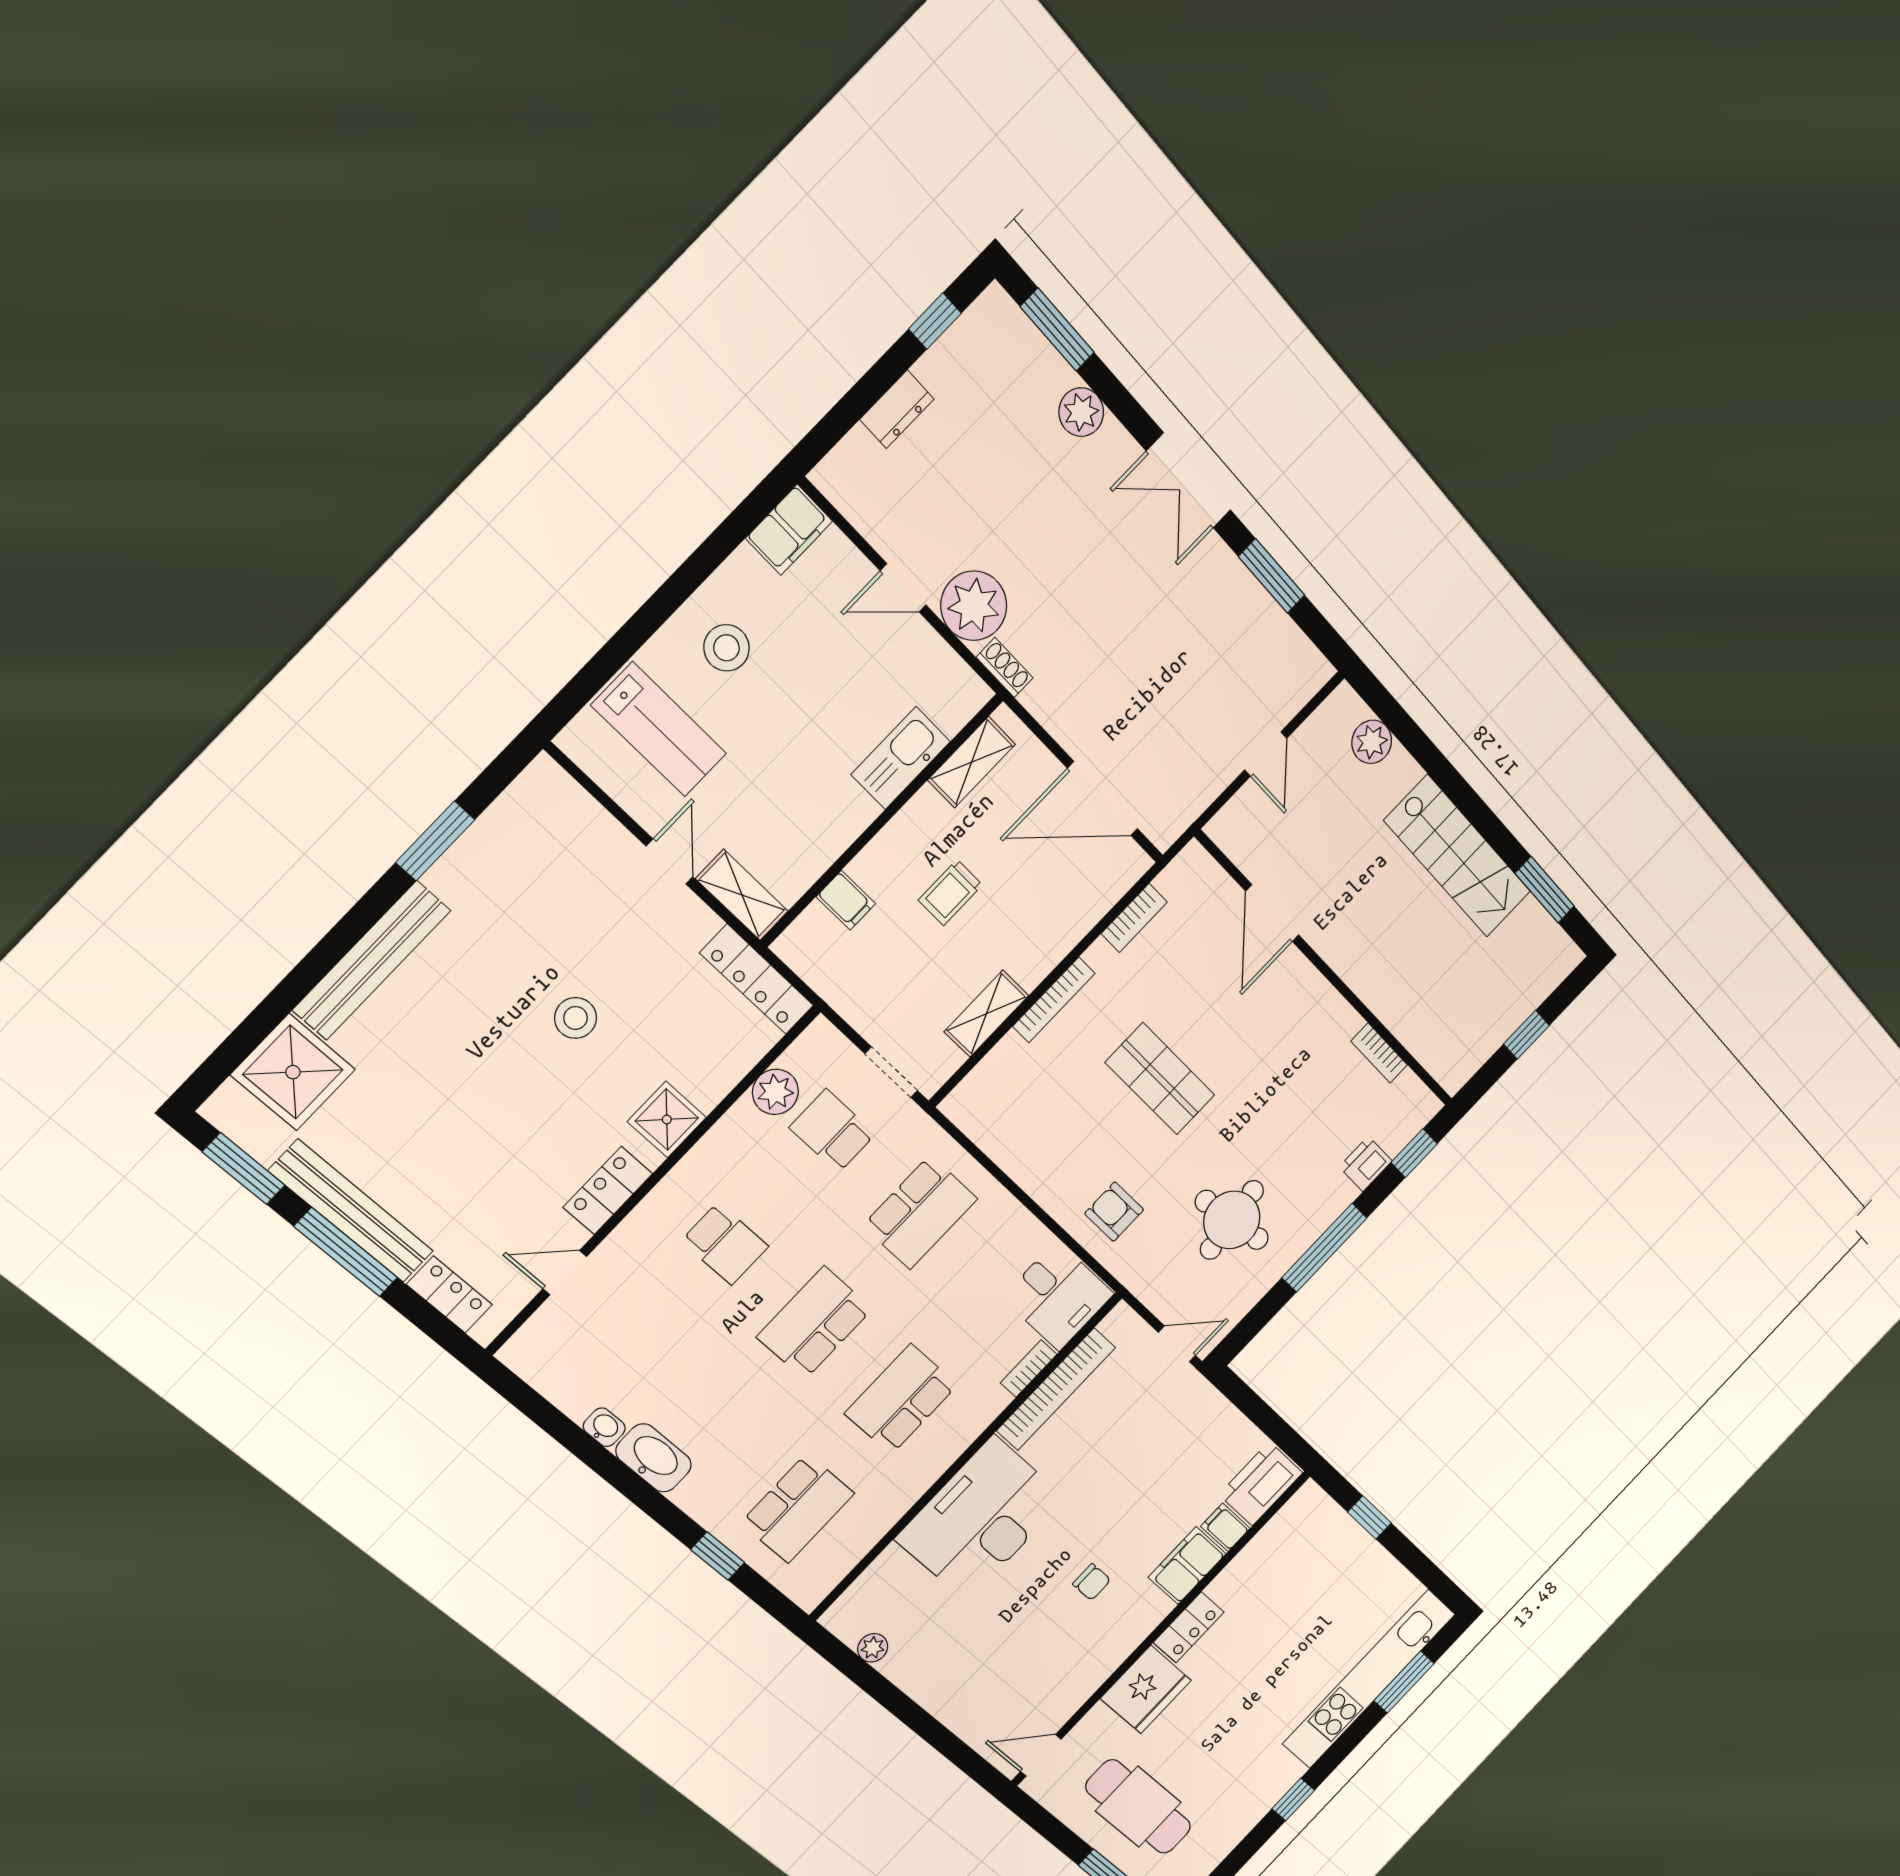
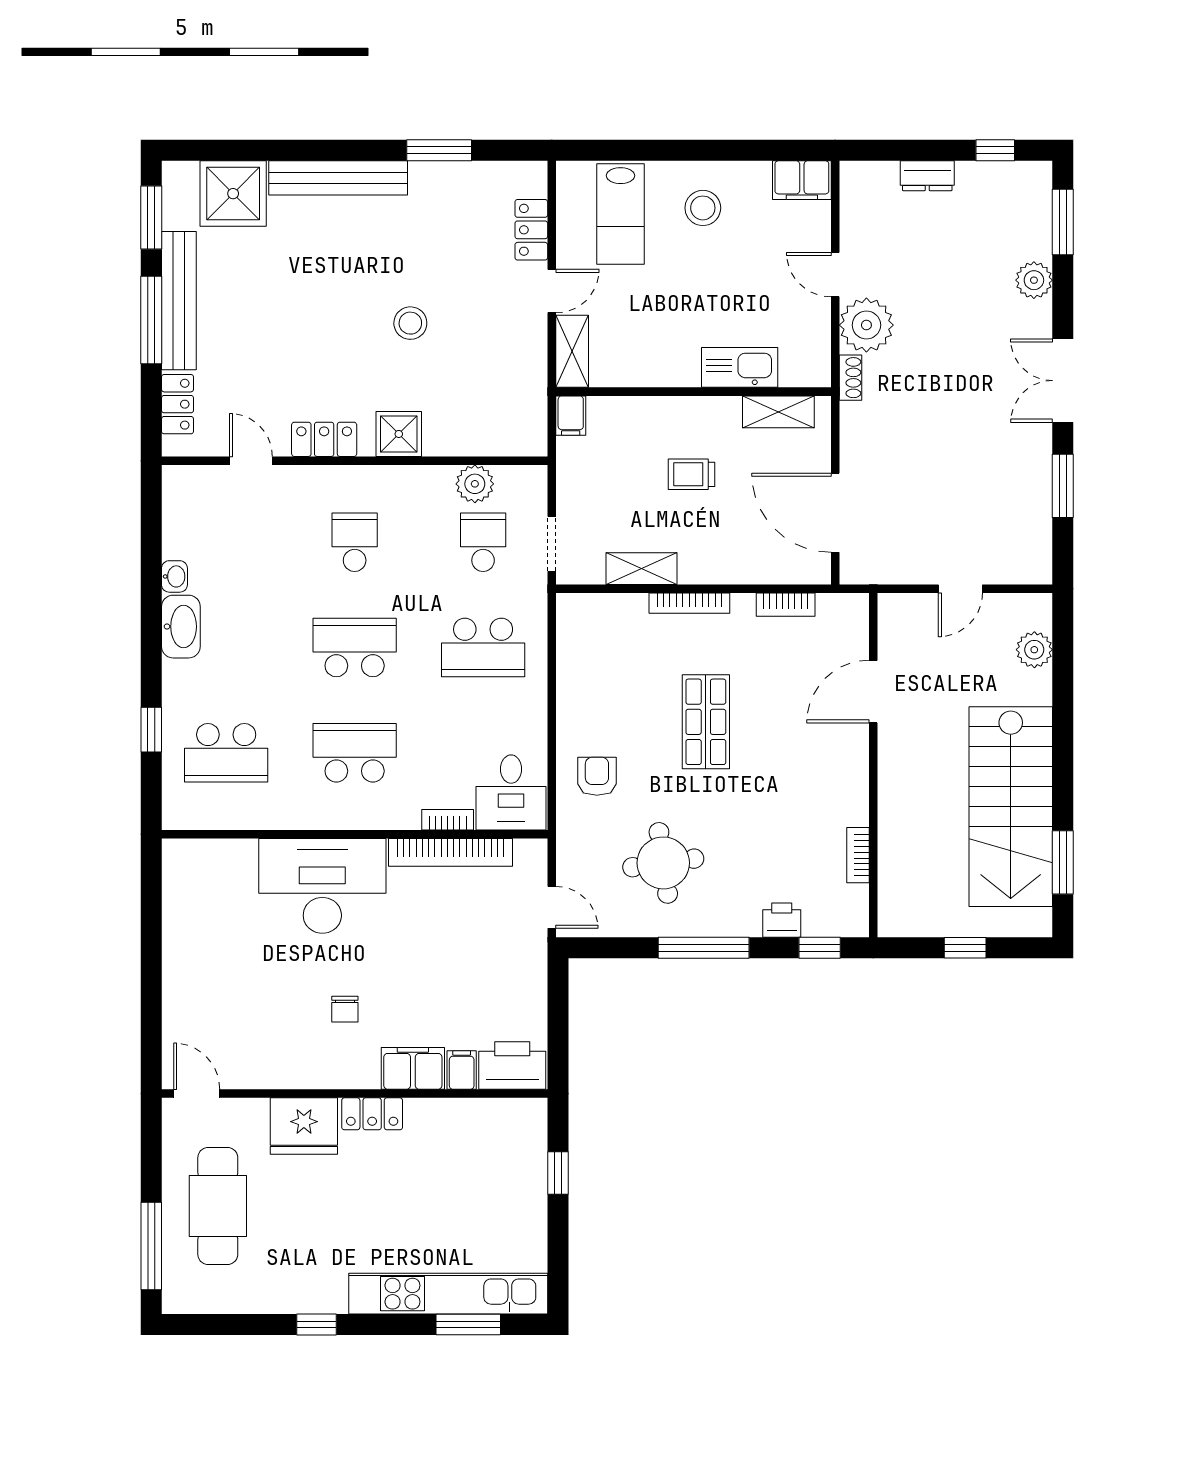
stairs: (1458, 856) -> (1011, 807), width x1.36, depth x1.51
filing cabinet: (846, 900) -> (571, 416), moved
locker: (757, 979) -> (531, 230), moved, width x0.66
school desk: (725, 1244) -> (355, 542), turned 180
plant: (873, 1648) -> (175, 896), removed

